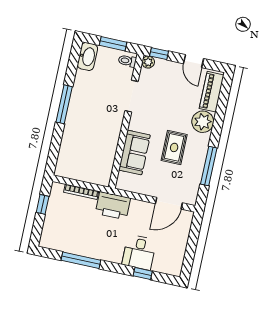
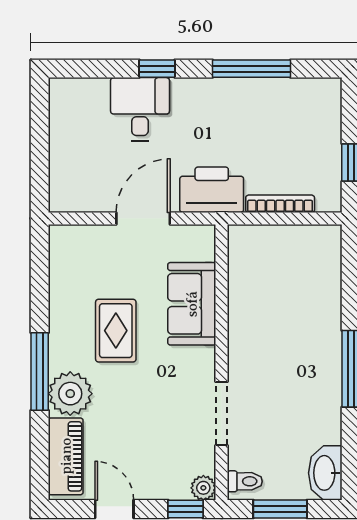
window: (209, 166) -> (40, 372), moved
door: (169, 203) -> (143, 218), moved
window: (143, 274) -> (157, 69), moved

